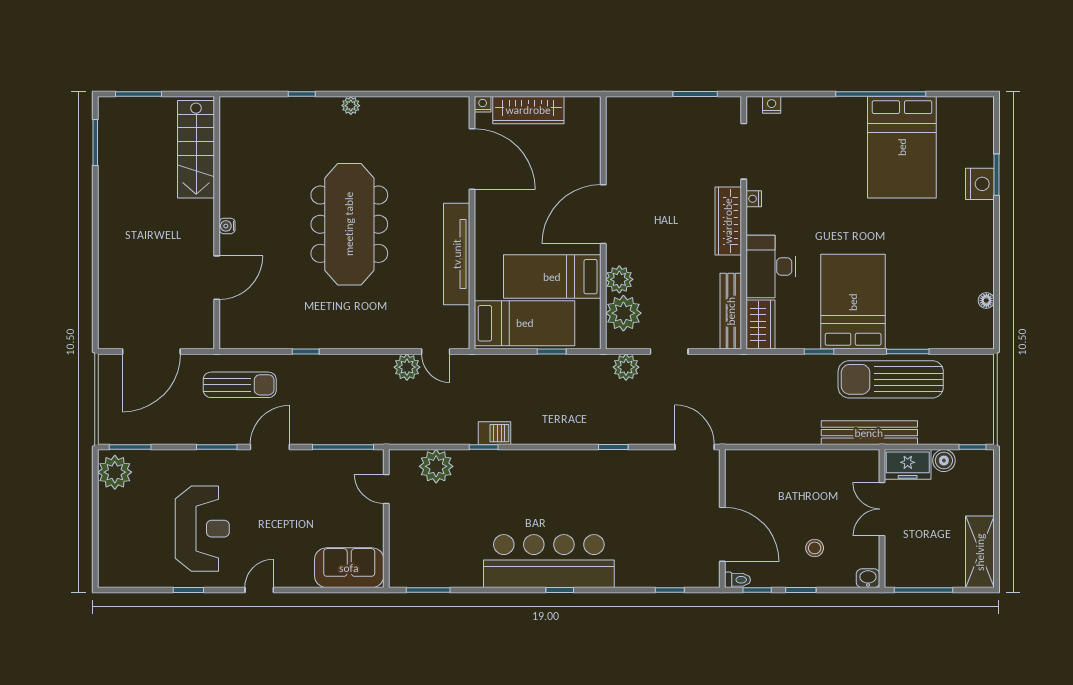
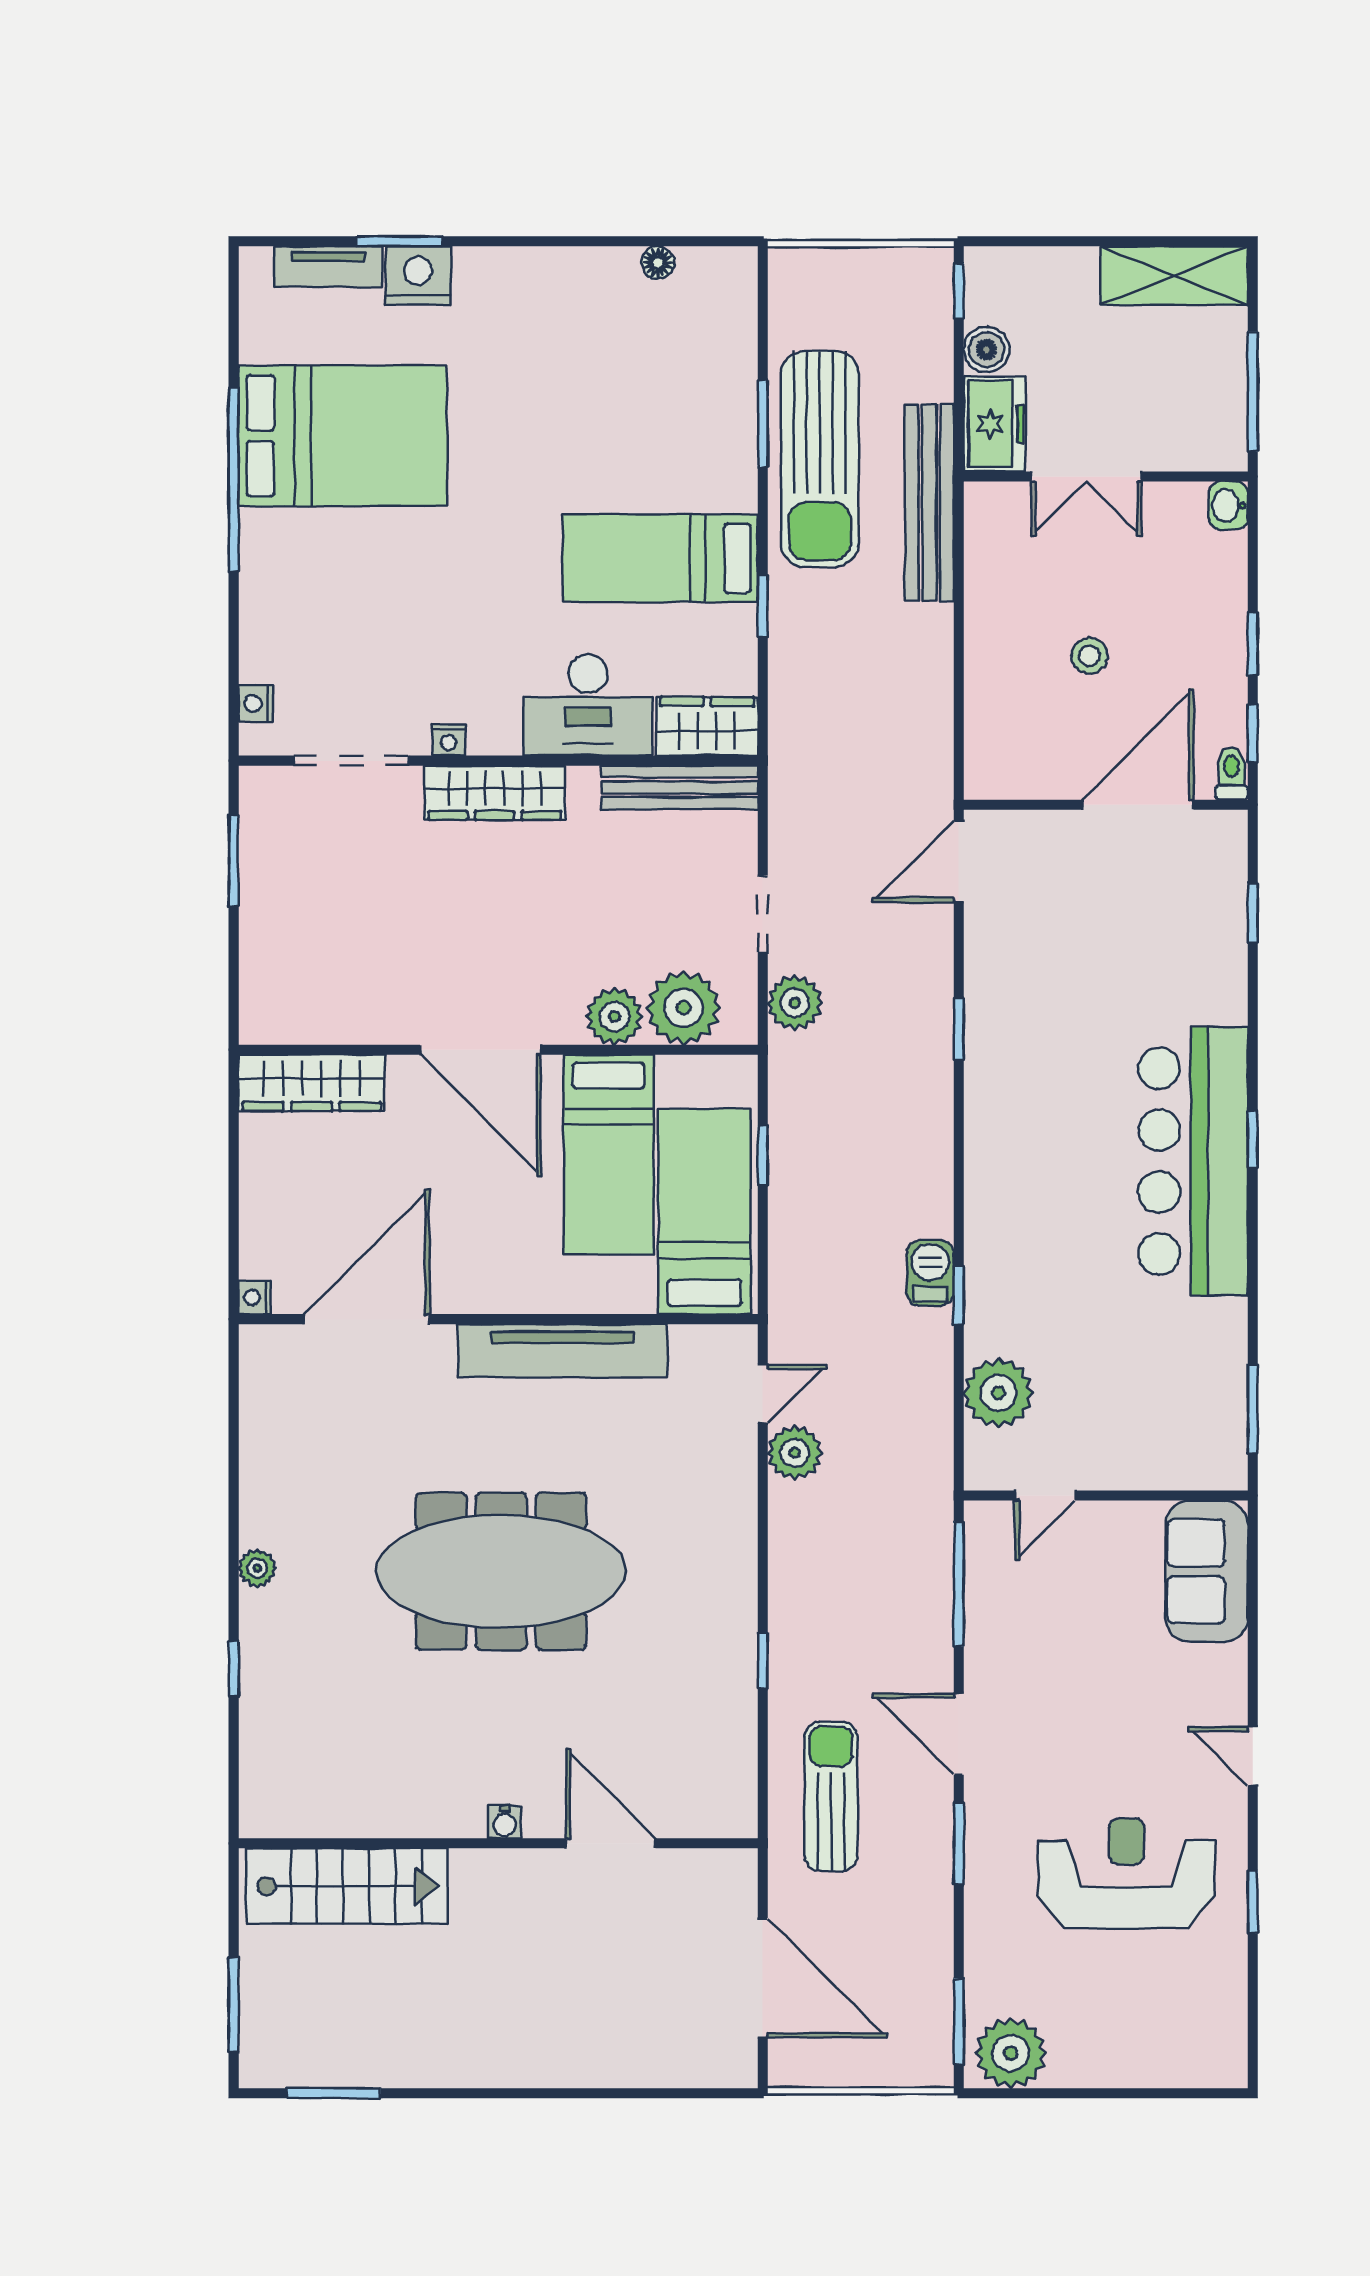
wardrobe: (528, 110) -> (312, 1083), moved, turned 90
tv unit: (984, 140) -> (328, 267), added
bed: (853, 302) -> (660, 558), width x0.67
stool: (815, 548) -> (1089, 656), moved

